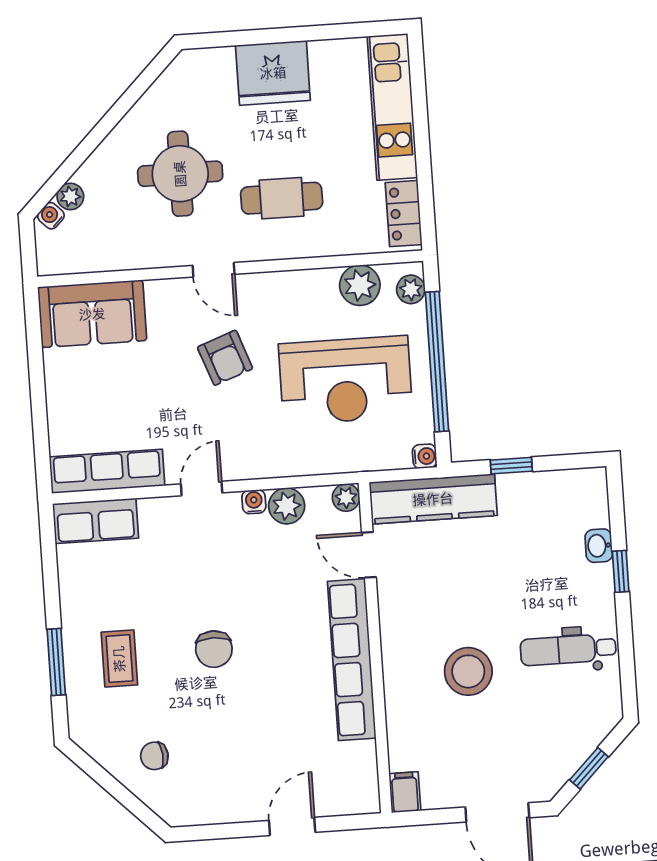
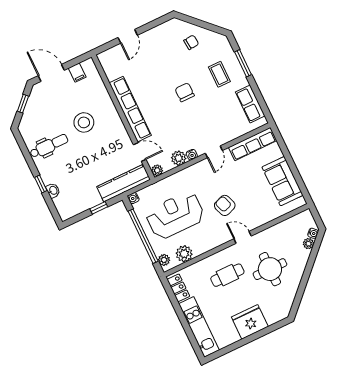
sofa: (92, 314) -> (282, 181), moved, turned -90
row of seats: (95, 521) -> (250, 104), moved, turned -90
filing cabinet: (405, 792) -> (77, 73), moved

